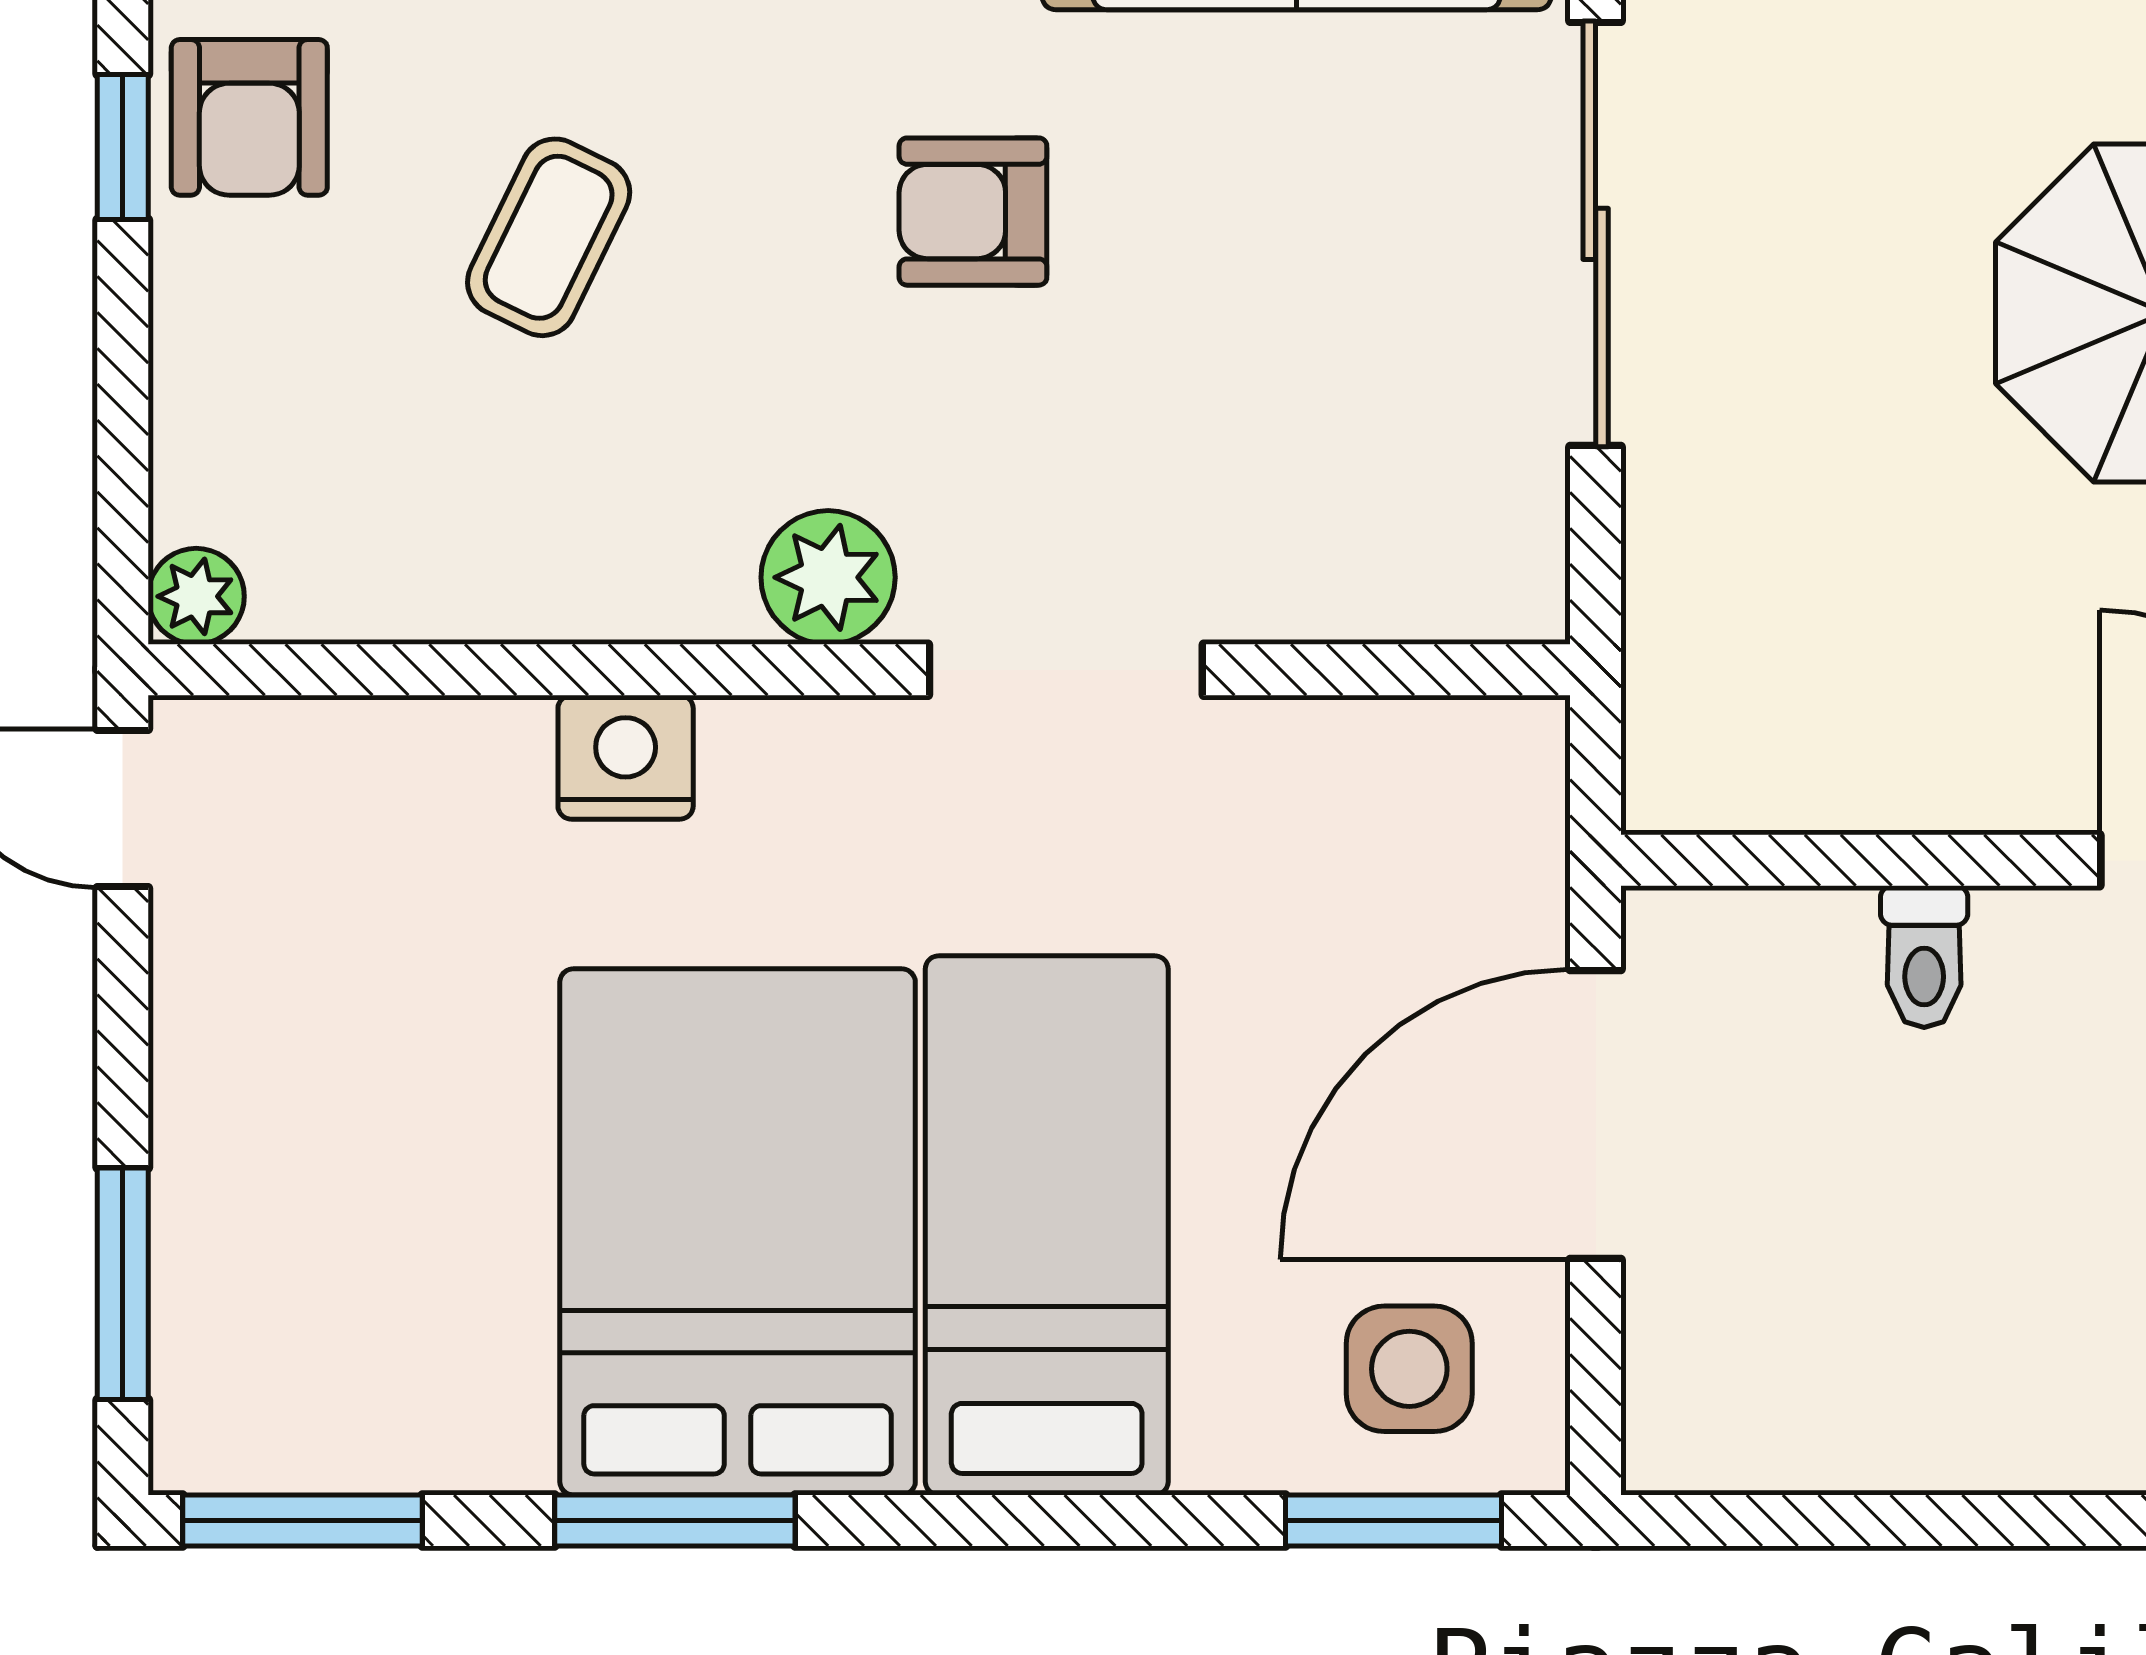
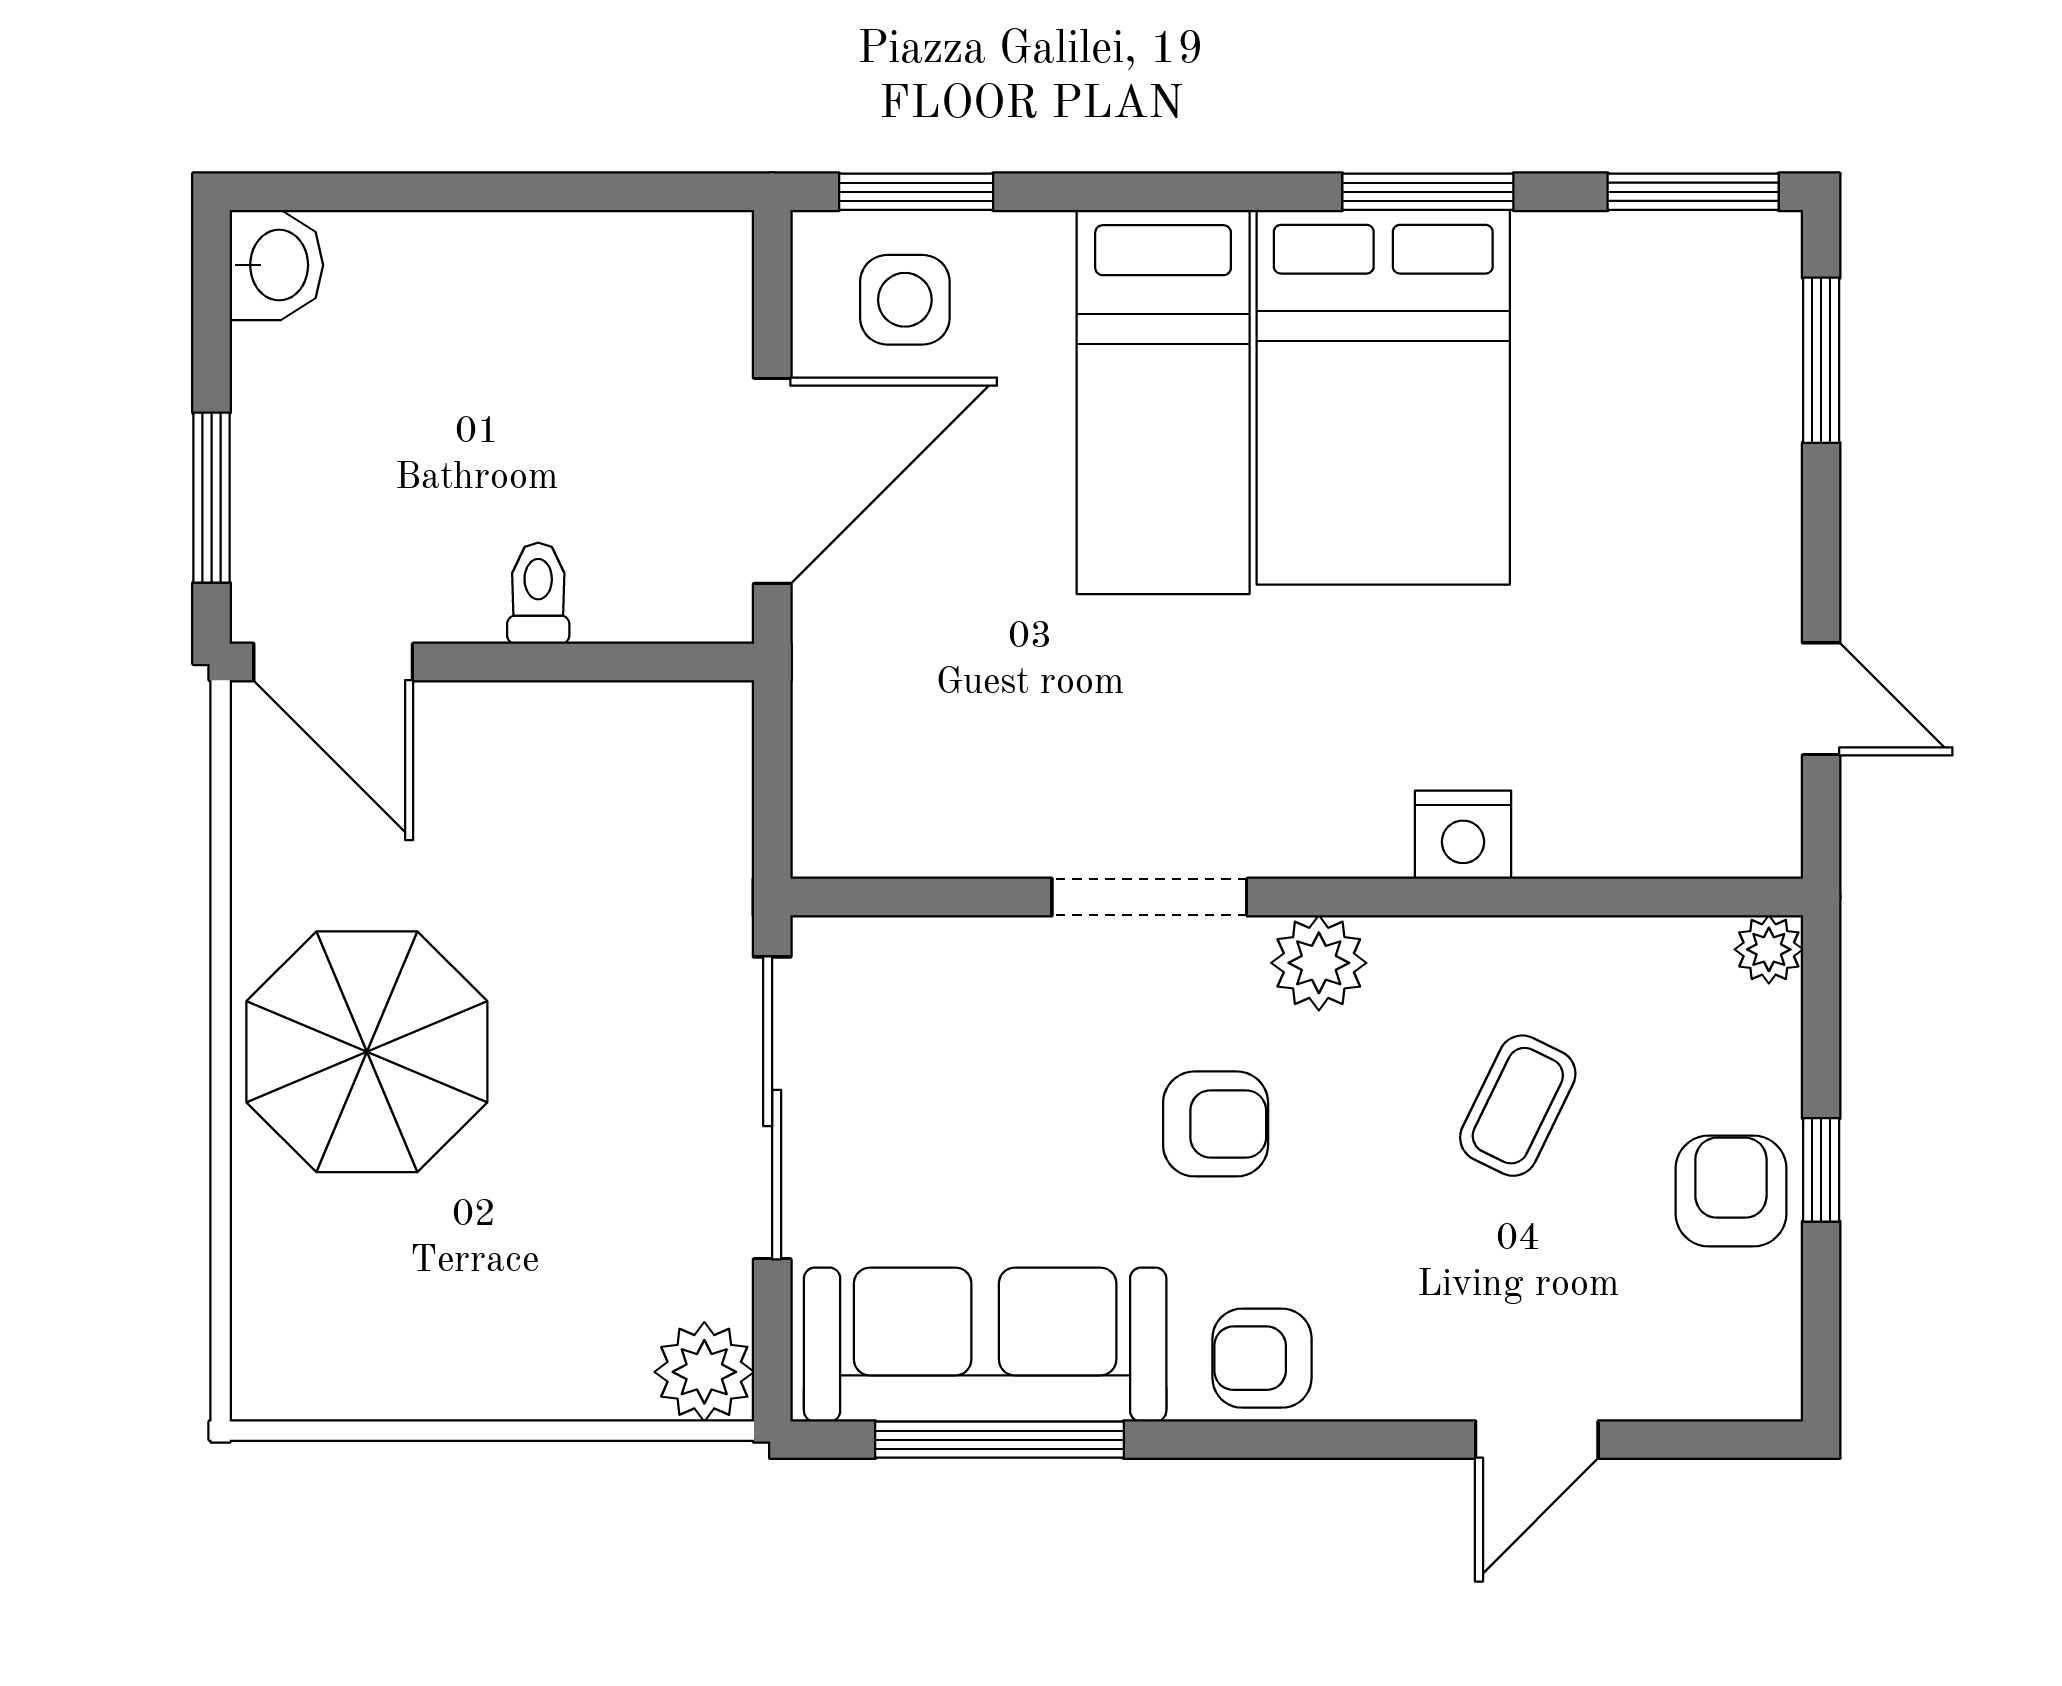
plant: (828, 577) -> (1319, 963), moved
plant: (196, 596) -> (1769, 949), moved
wall: (859, 670) -> (1297, 897), moved
doorway: (1066, 670) -> (1149, 897), moved
nightstand: (626, 757) -> (1463, 835), moved

